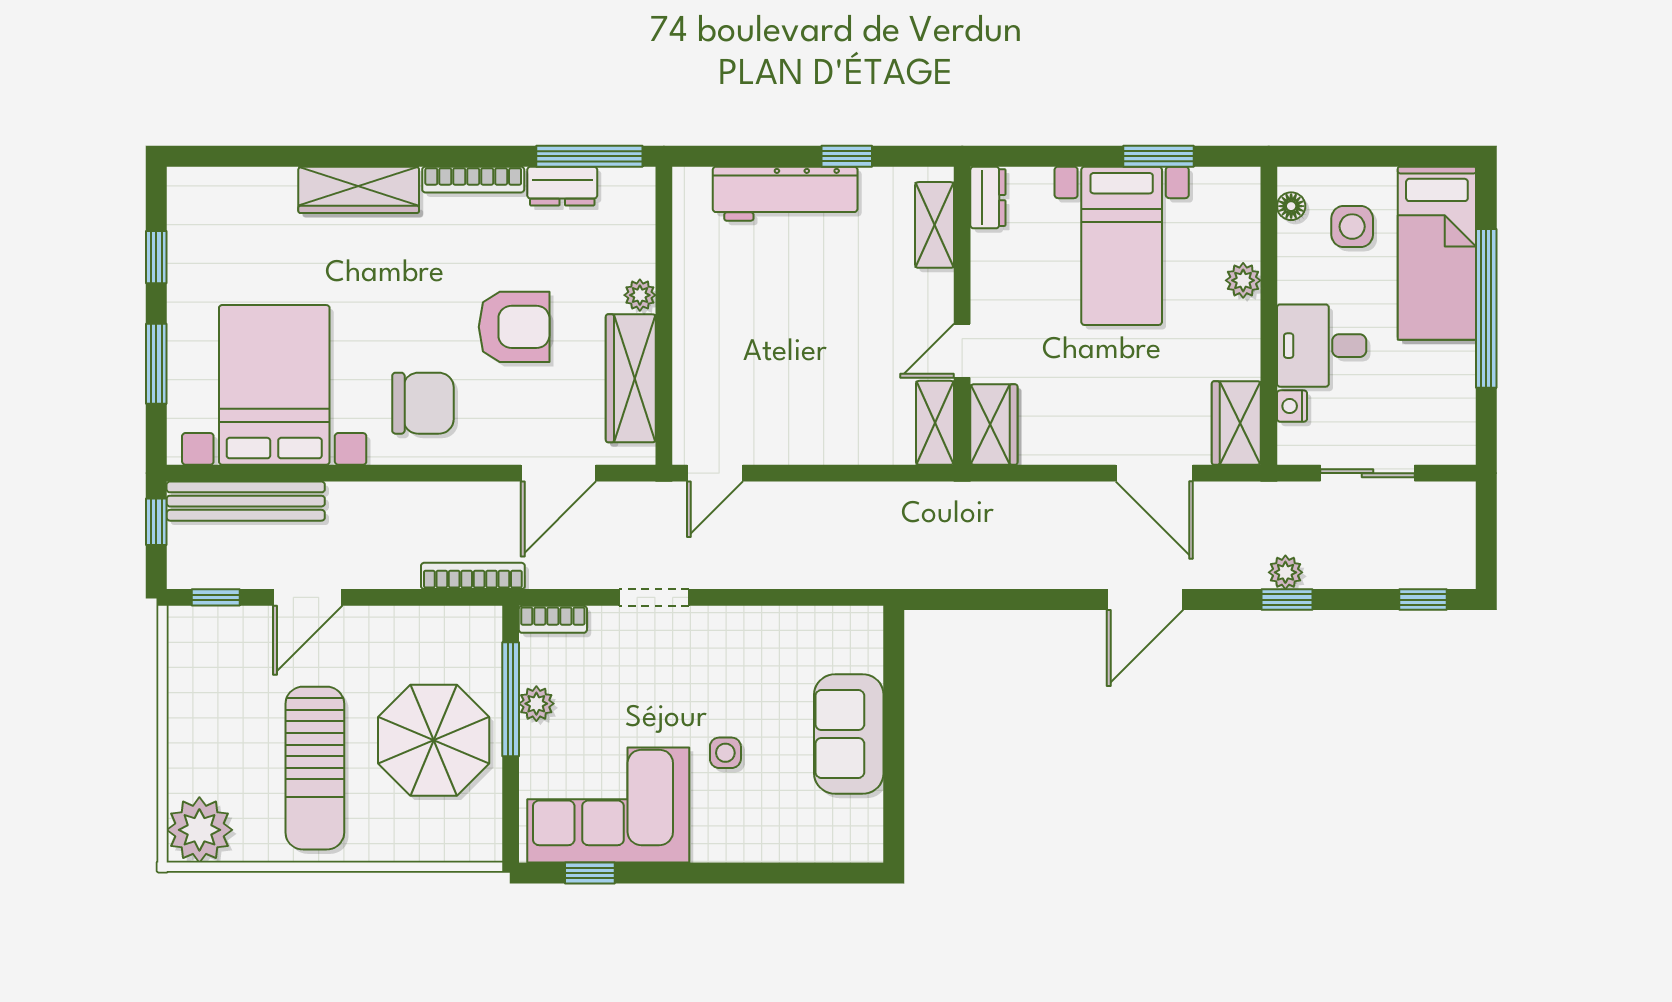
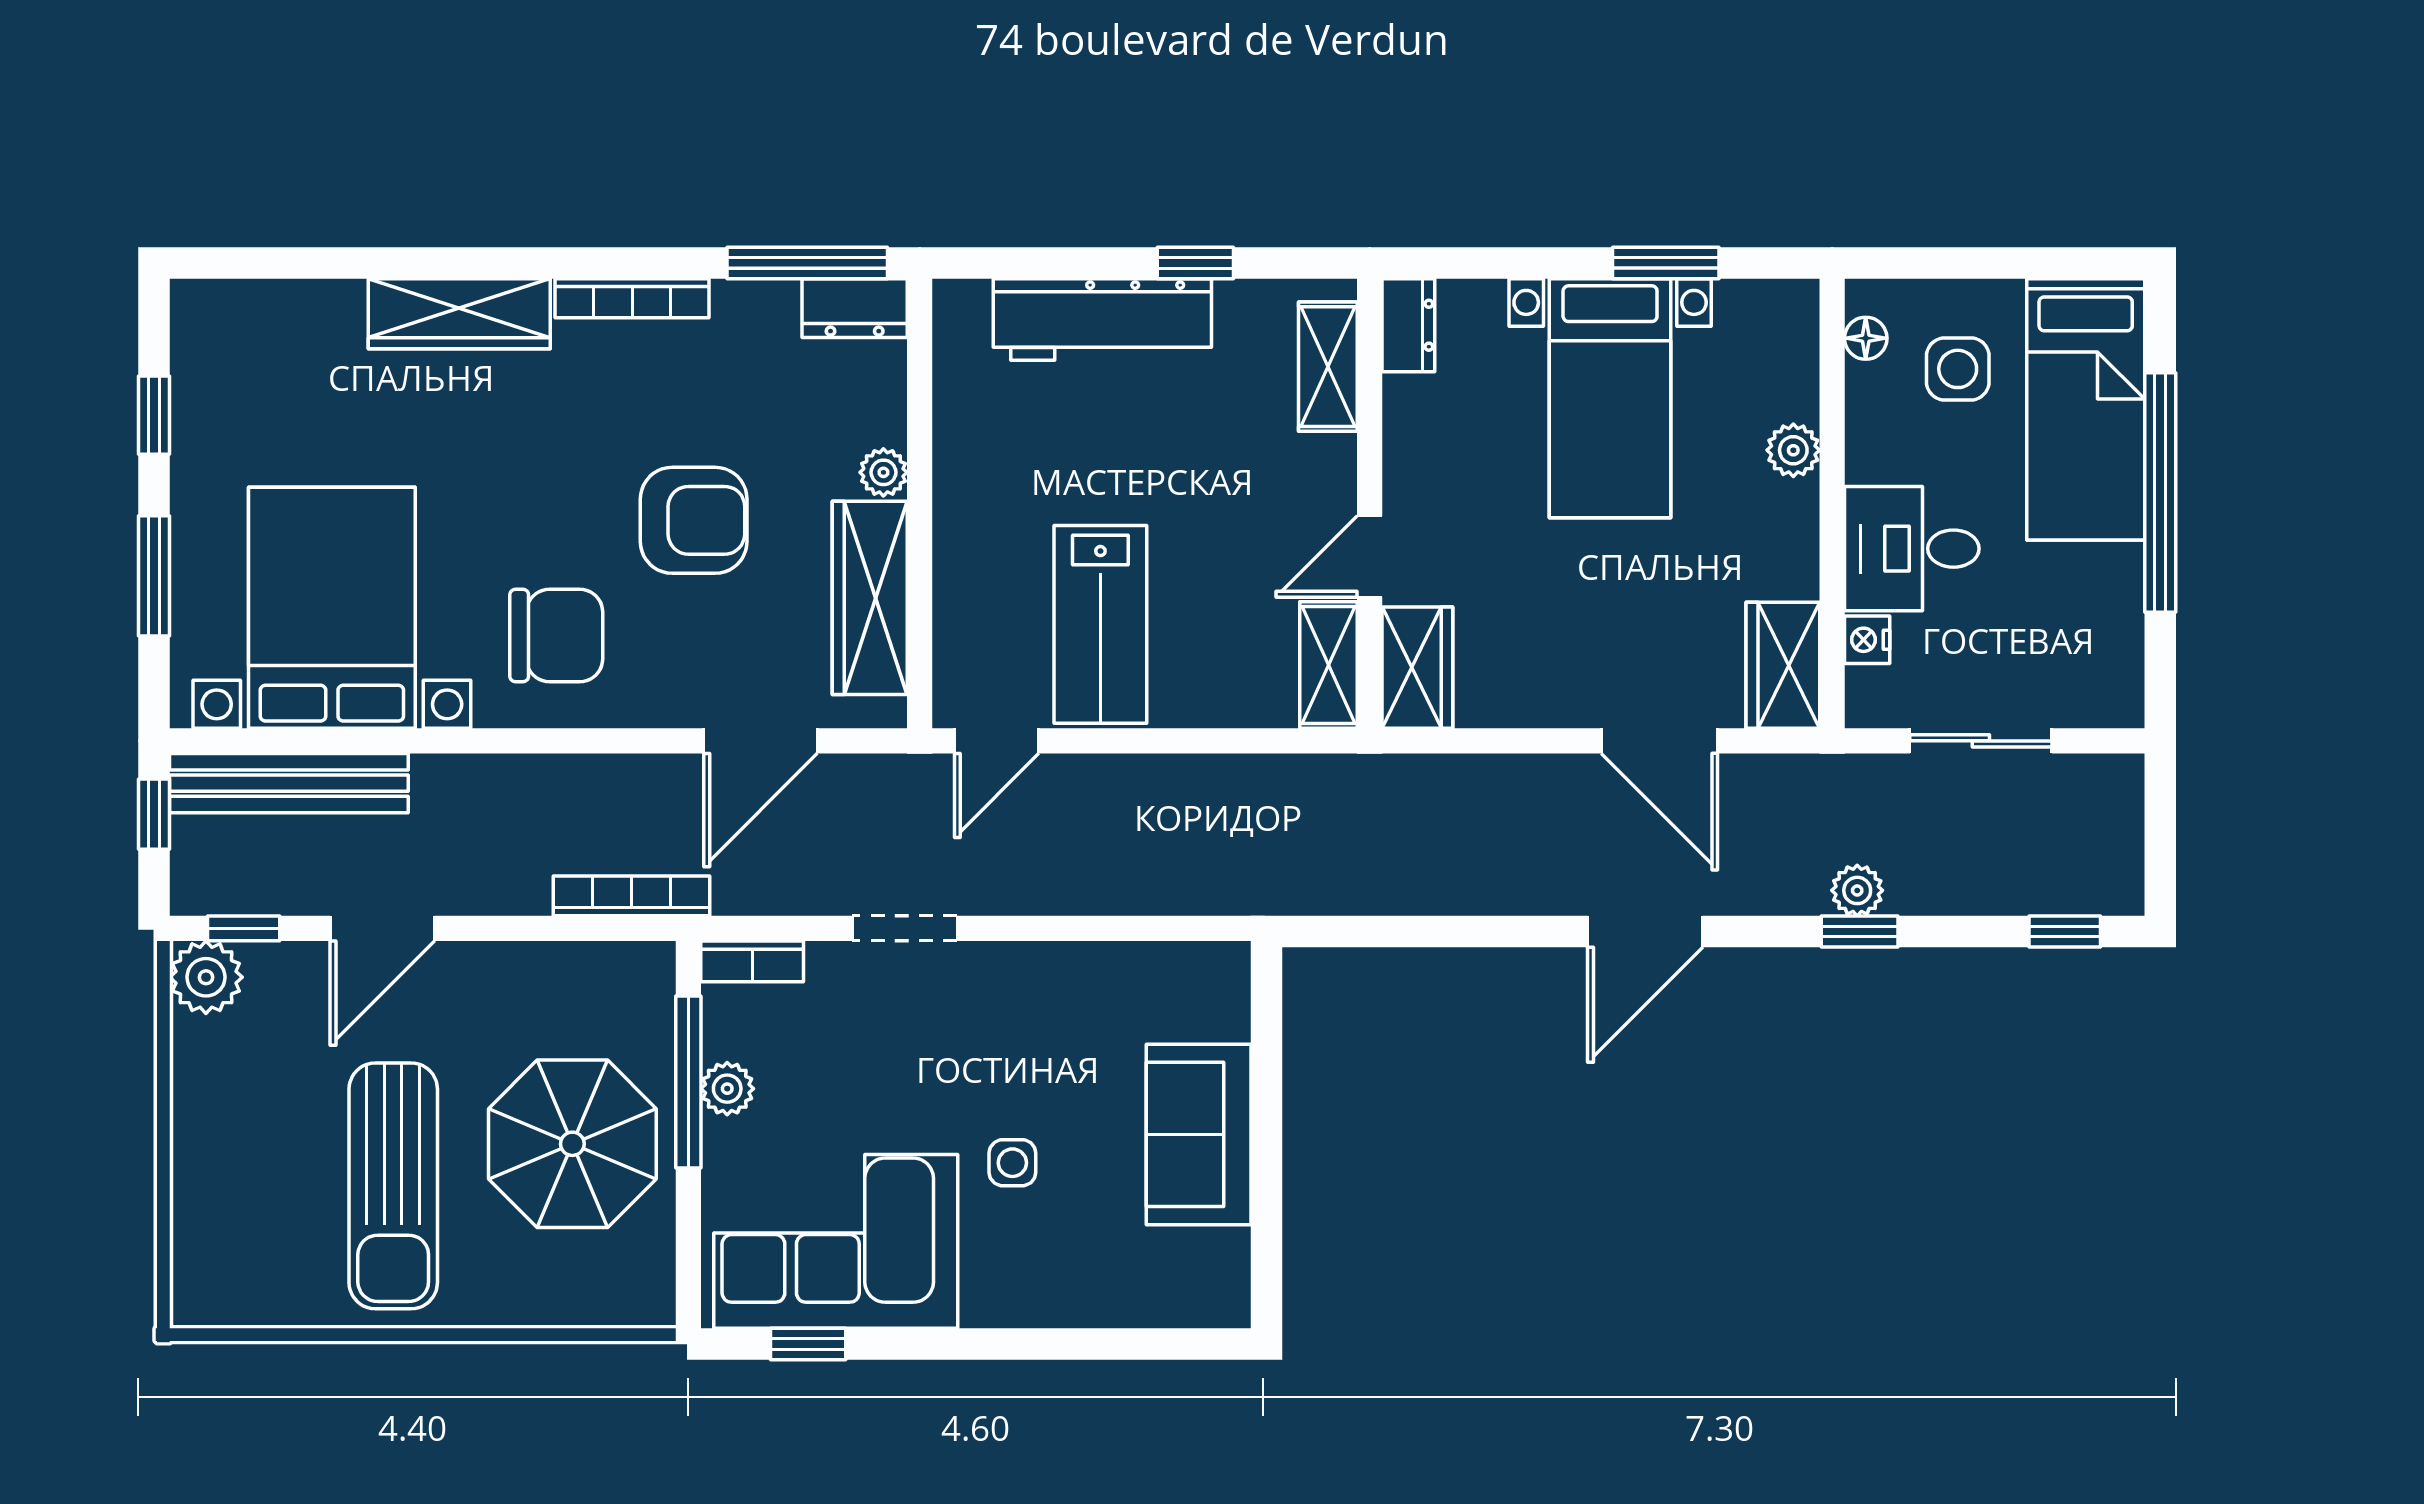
dresser: (562, 186) -> (855, 308), moved
lab bench: (784, 396) -> (1100, 624), added
plant: (199, 830) -> (206, 977), moved, width x0.73, depth x0.73

